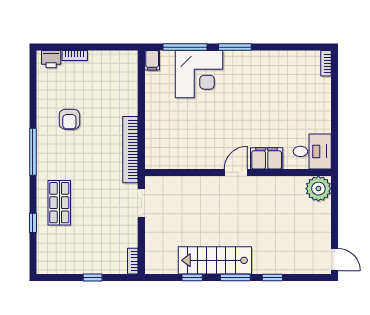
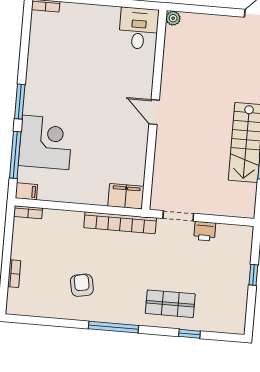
printer: (51, 59) -> (205, 231), moved, turned 90
armchair: (69, 119) -> (82, 285), turned -101
filing cabinet: (267, 158) -> (126, 196), moved, turned 90
plant: (318, 189) -> (173, 18), width x0.53, depth x0.53
bookcase: (133, 261) -> (28, 212), moved

